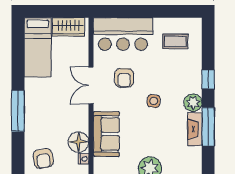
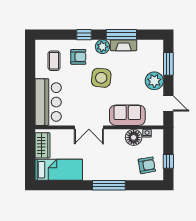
armchair: (124, 78) -> (78, 57), moved
side table: (154, 101) -> (101, 78), width x1.87, depth x1.87

